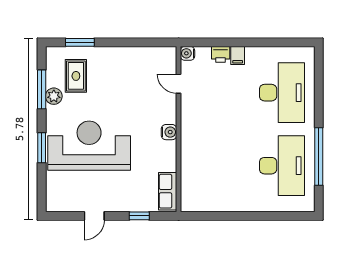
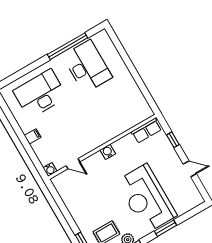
printer: (221, 54) -> (38, 148), removed
door: (179, 84) -> (73, 164), hinge flipped
desk: (282, 166) -> (87, 66), turned 90

